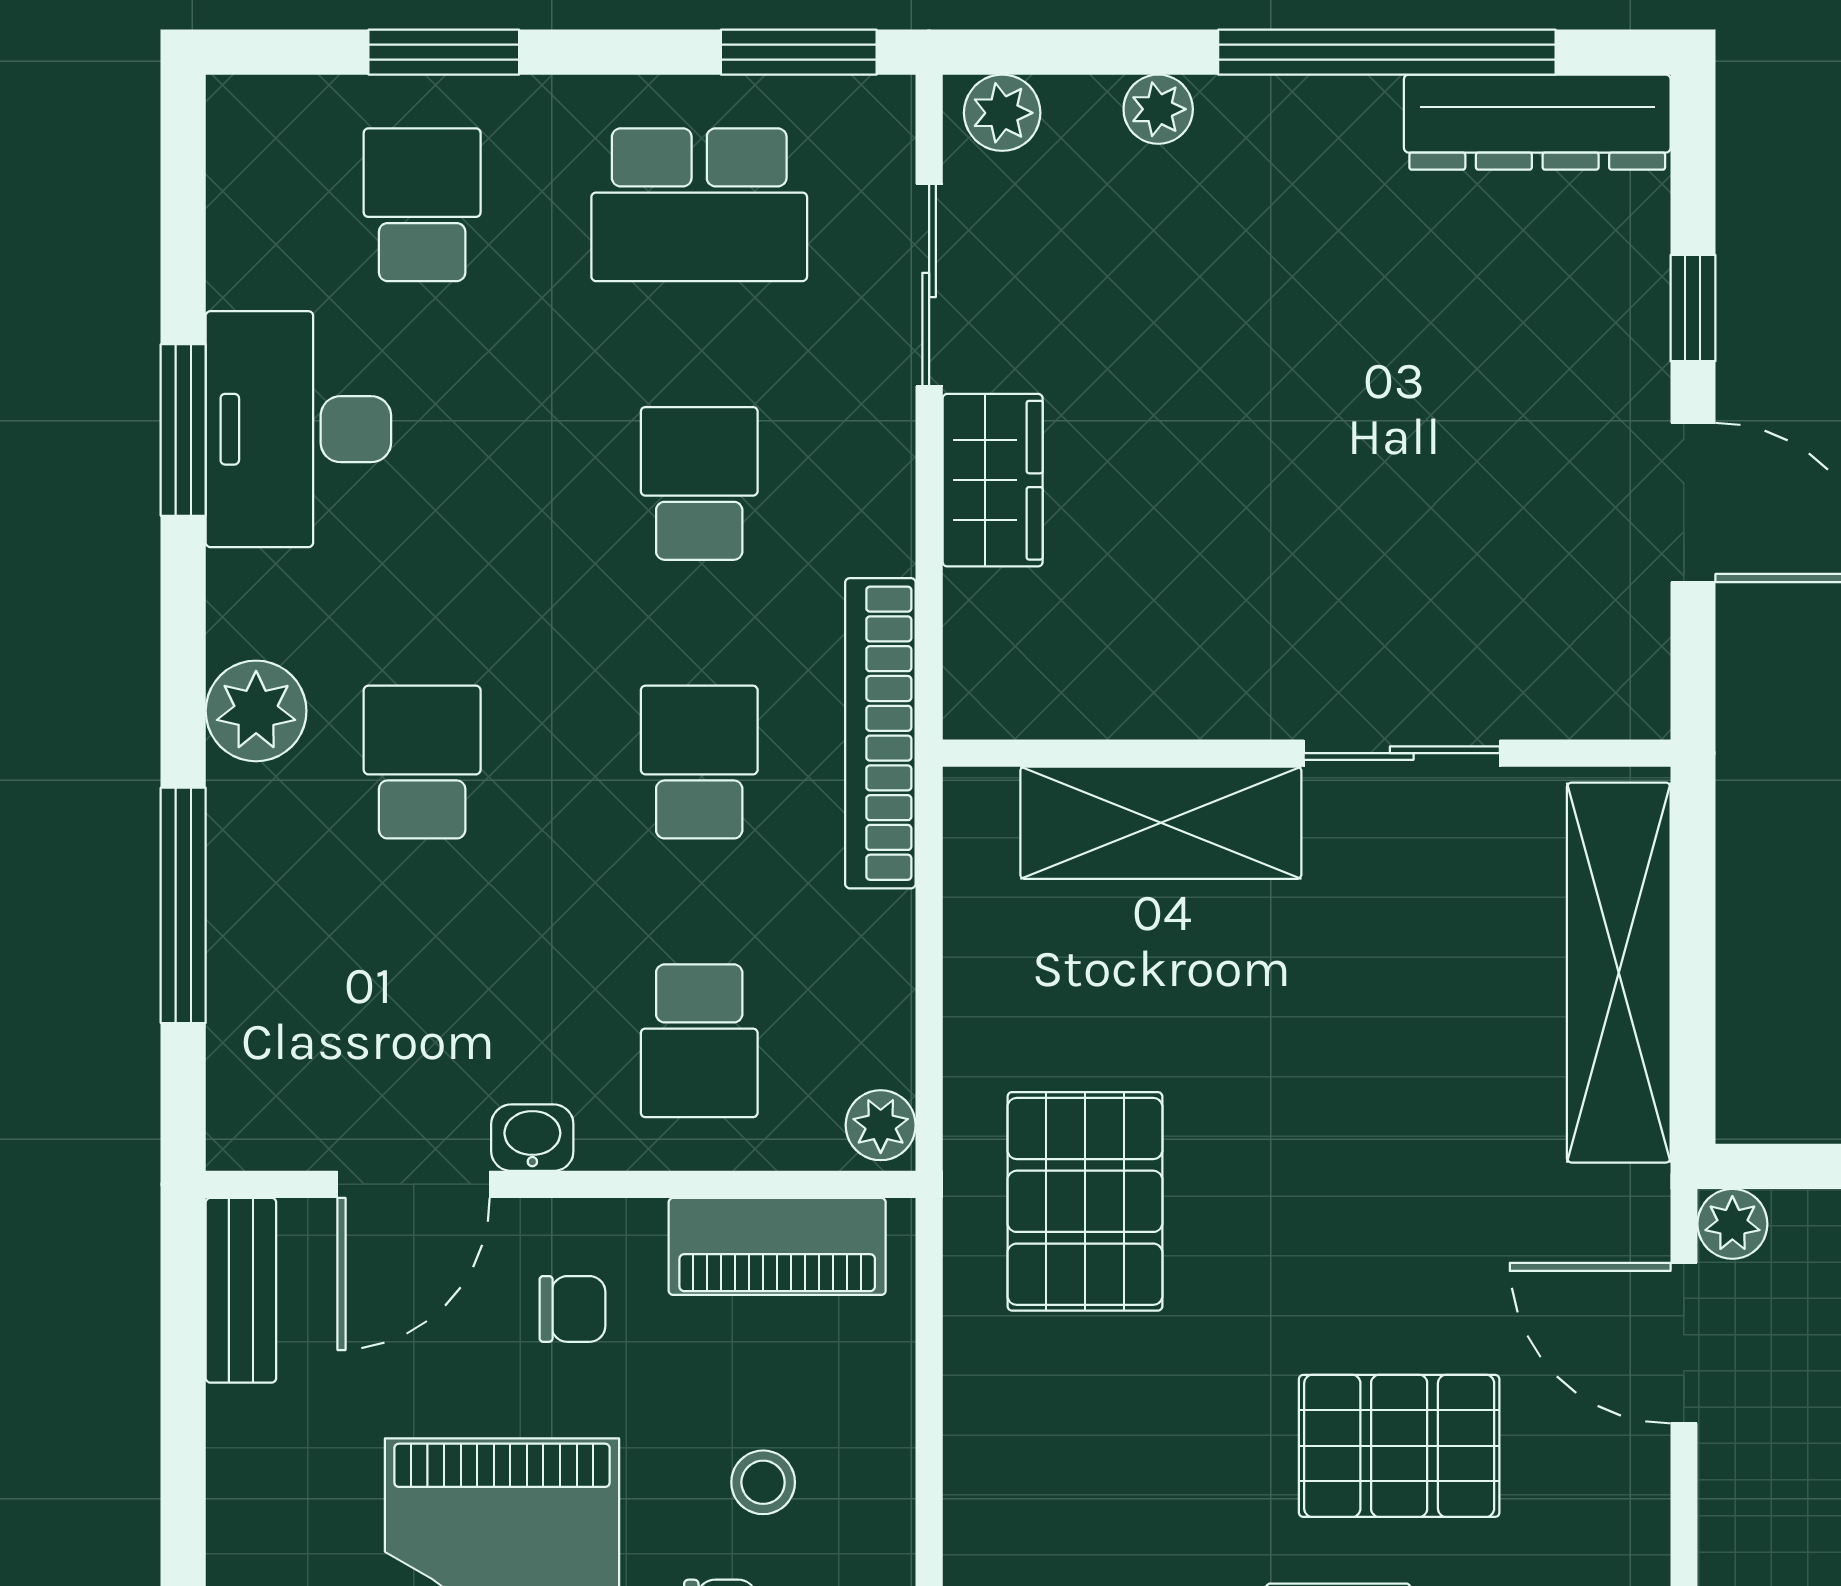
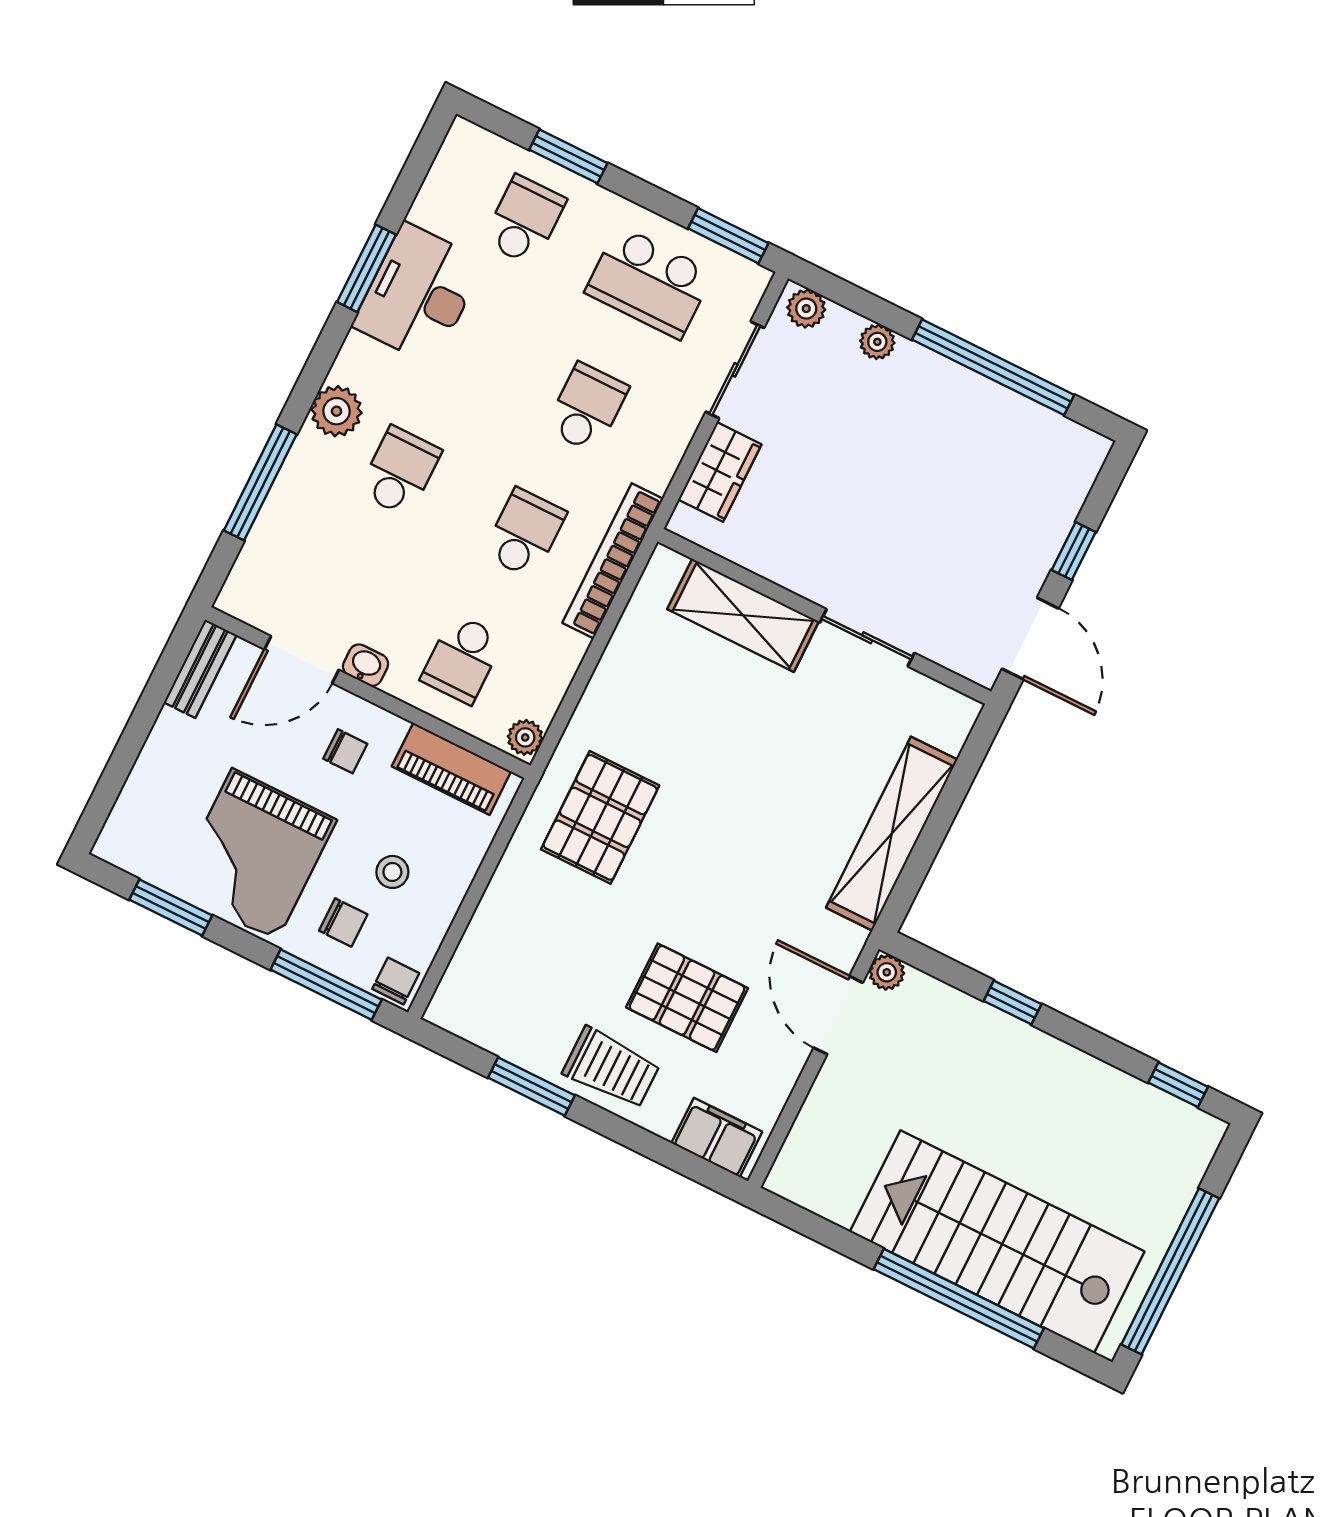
dresser: (1537, 122) -> (1045, 432), removed
wall: (1307, 753) -> (824, 616), moved
sliding door: (1402, 753) -> (867, 638), moved
shelving: (1161, 823) -> (743, 615), moved

